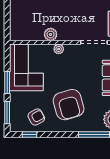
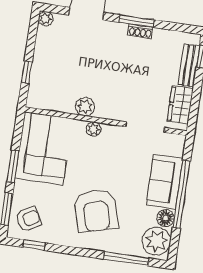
window: (7, 17) -> (27, 72), added
armchair: (36, 117) -> (28, 219), moved

